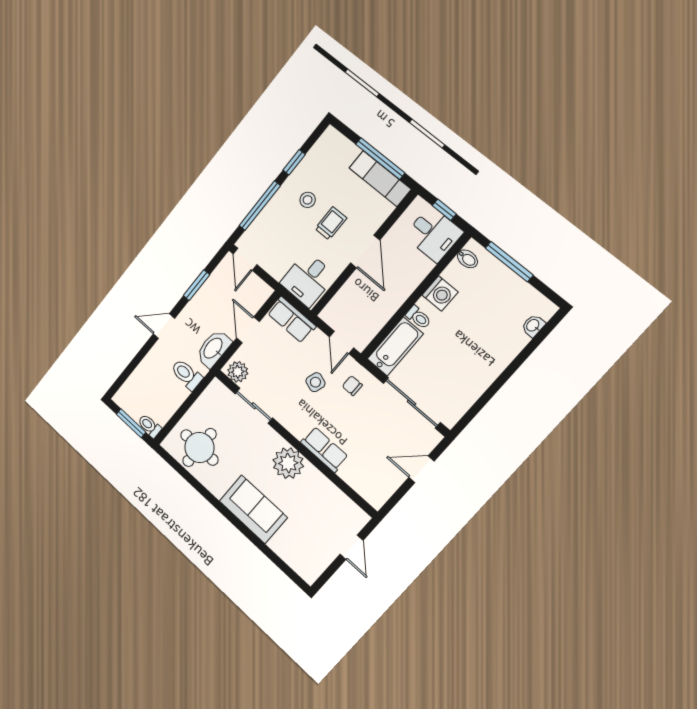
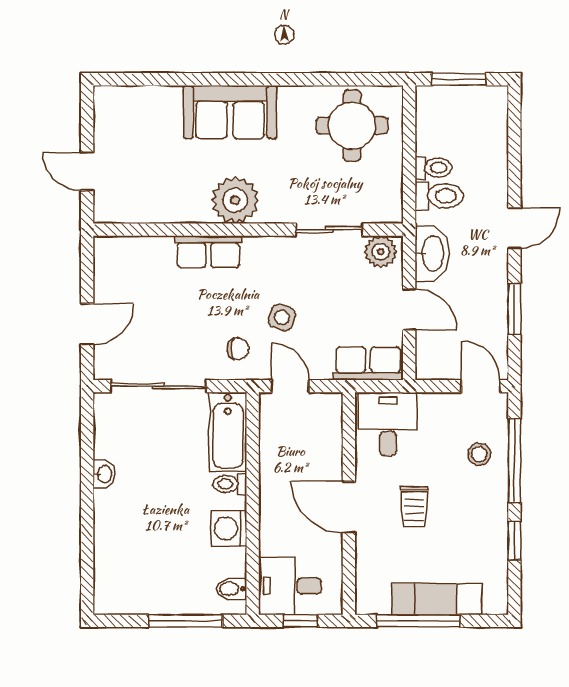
exam couch: (380, 179) -> (437, 599), moved
stool: (308, 200) -> (479, 454), moved
washbasin: (533, 326) -> (104, 474), moved
toilet: (149, 426) -> (433, 168), moved

